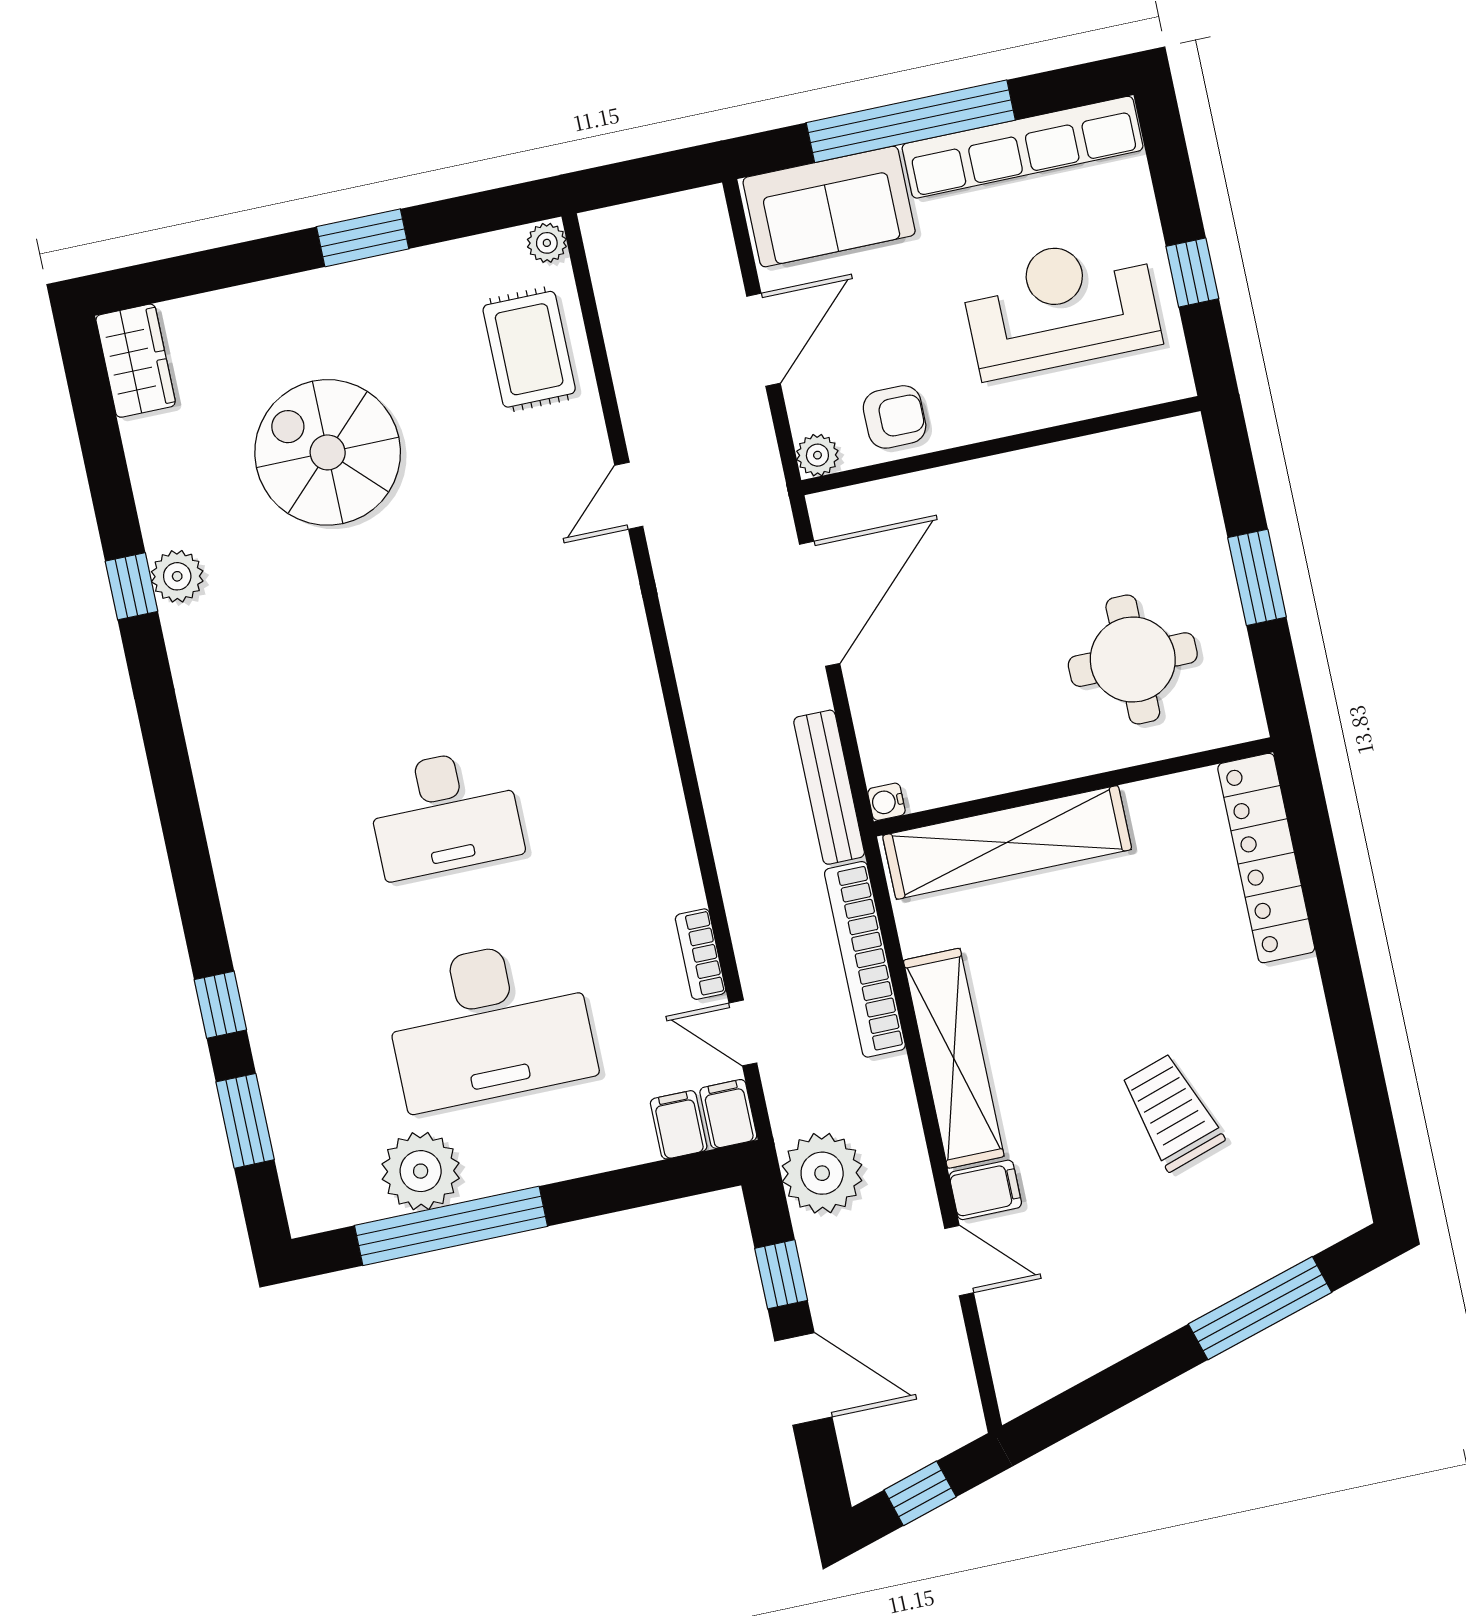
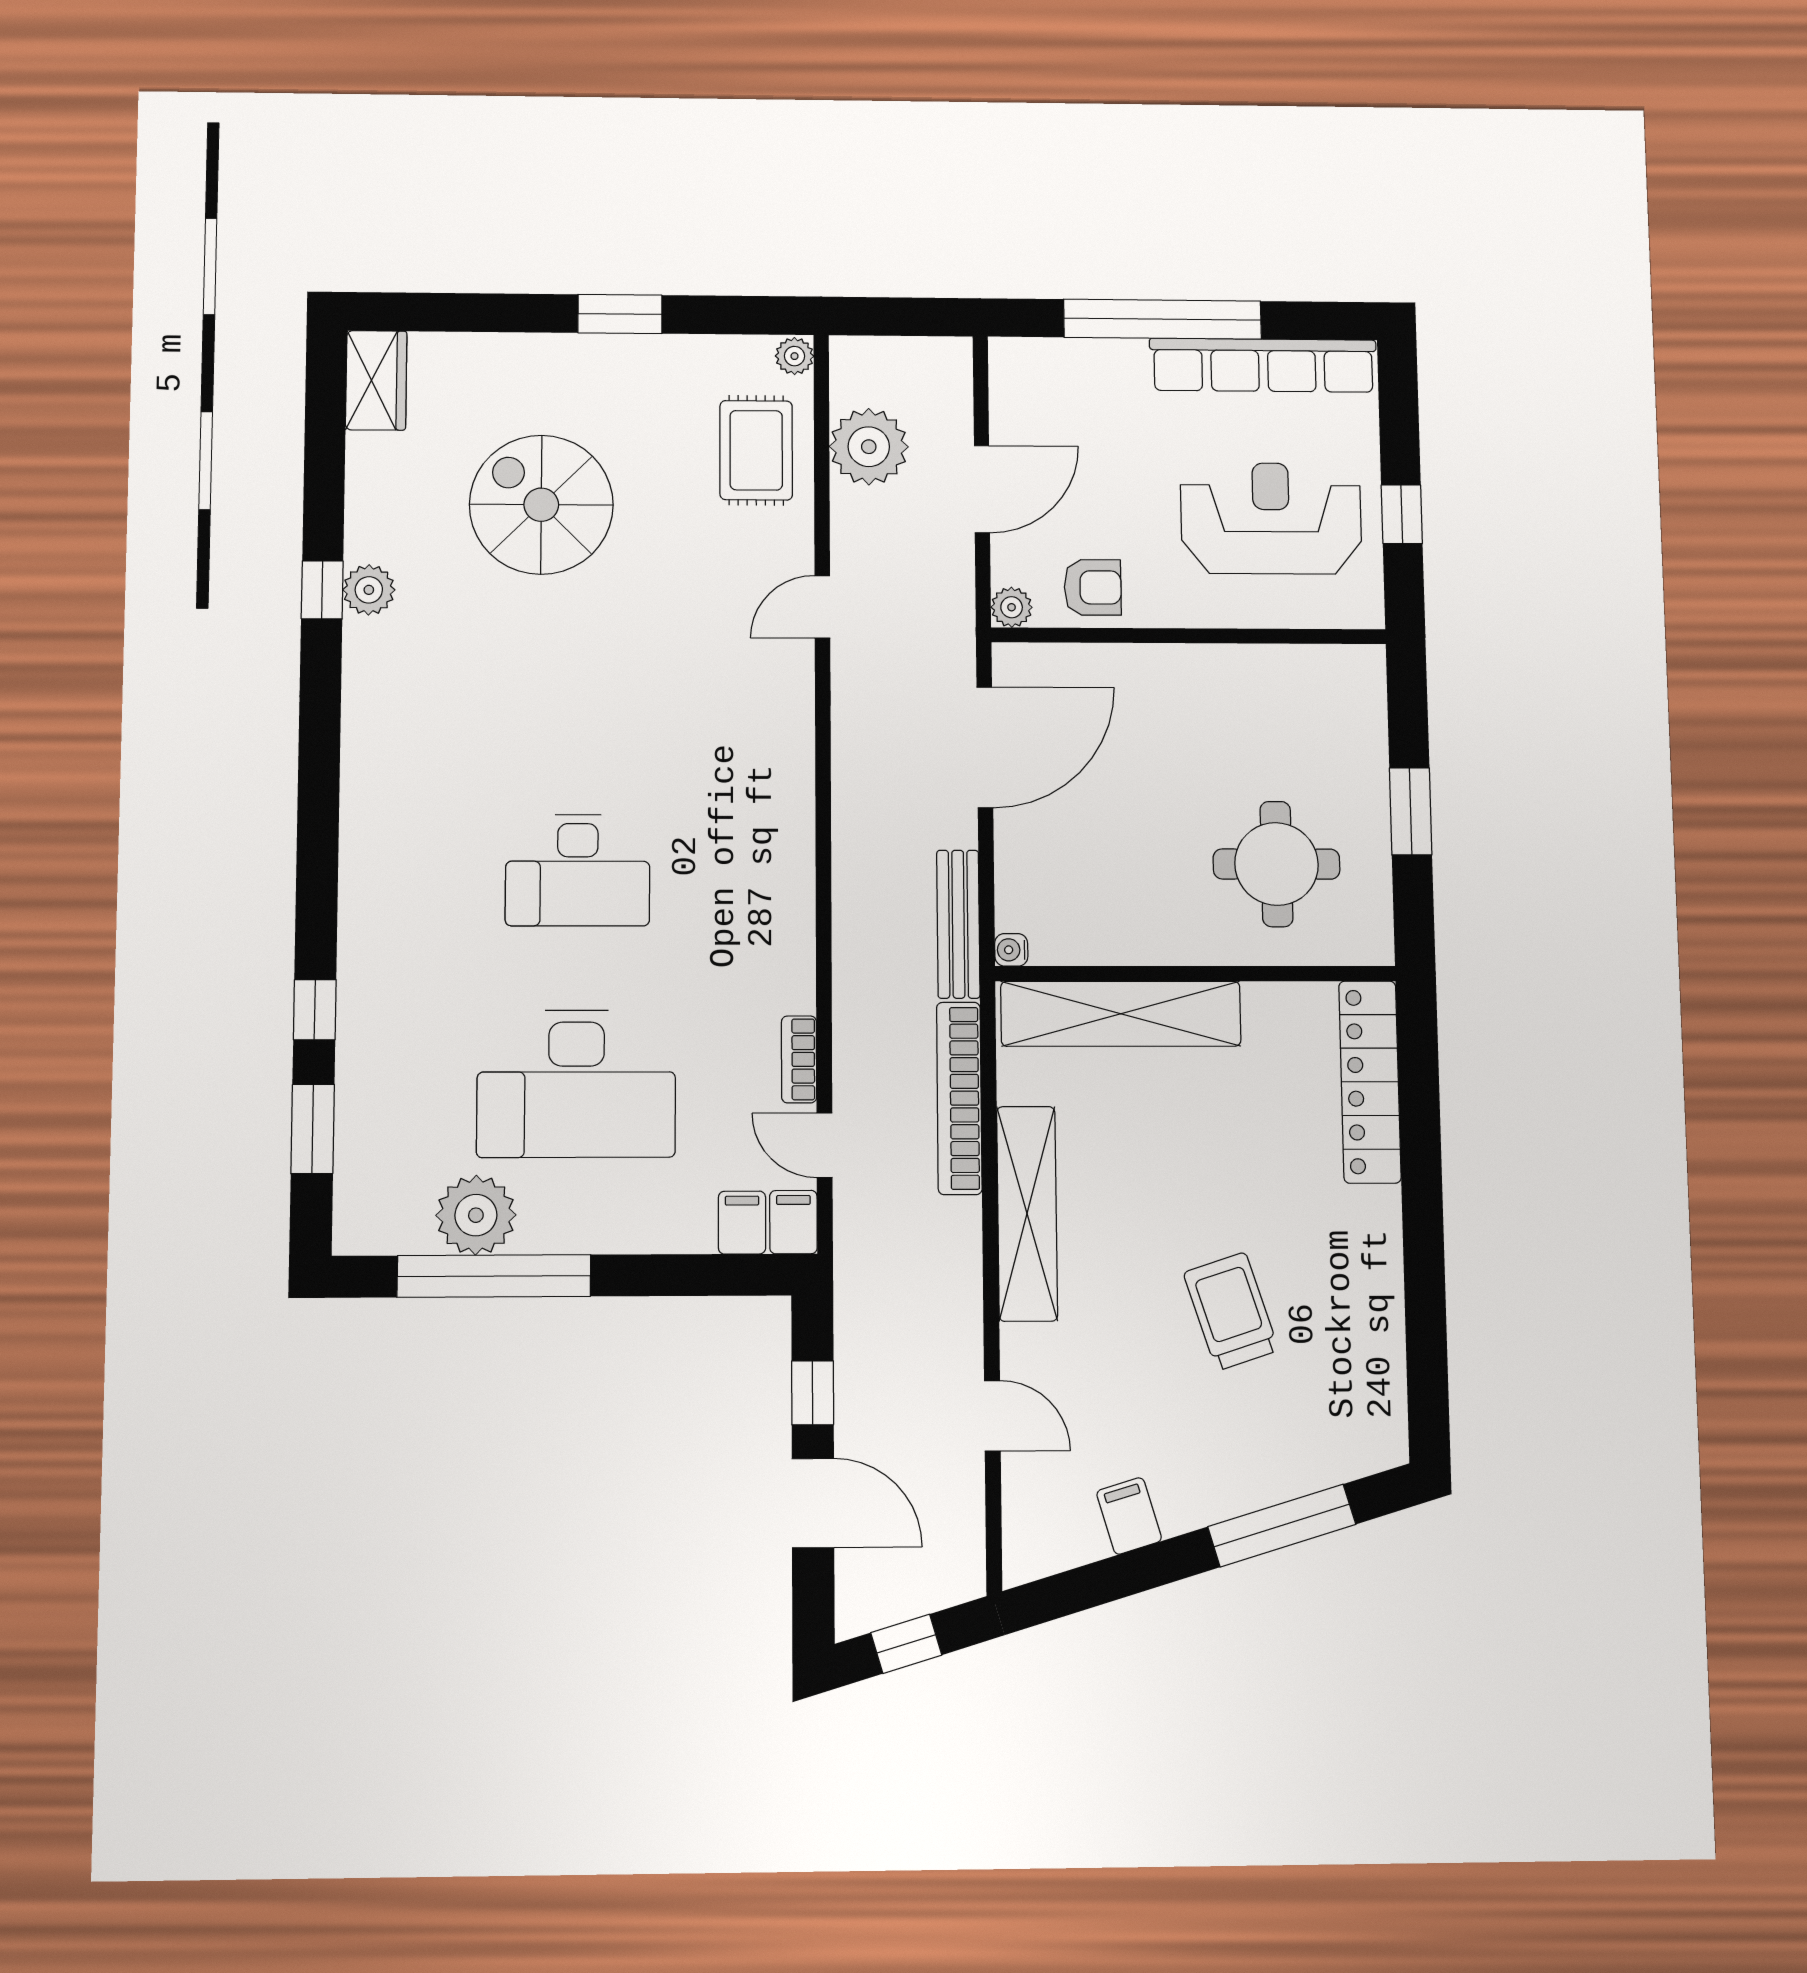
sofa: (829, 207) -> (1070, 380), removed
plant: (822, 1173) -> (869, 447), moved
filing cabinet: (985, 1190) -> (1129, 1516), moved, turned -107

